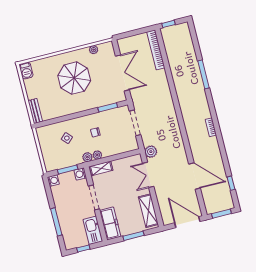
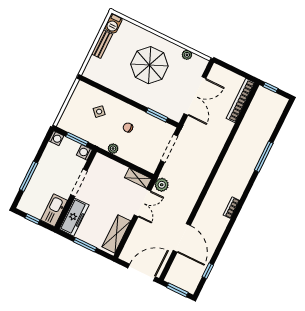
bench: (35, 111) -> (102, 44), moved
plant: (87, 157) -> (103, 143), removed
shelving: (101, 168) -> (138, 178), moved
double door: (148, 175) -> (142, 203), swing flipped
door: (187, 222) -> (142, 272), hinge flipped

